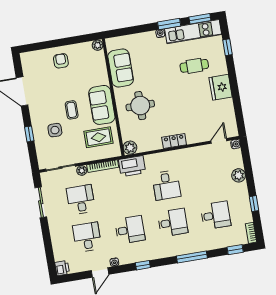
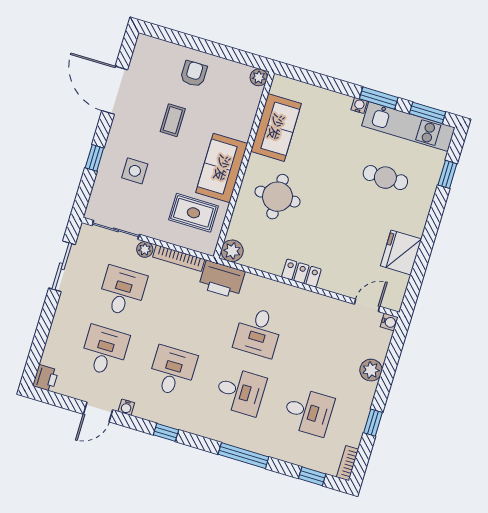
fridge: (221, 87) -> (401, 252), moved
coffee table: (72, 110) -> (173, 120), moved
desk: (130, 230) -> (172, 371), turned -90

